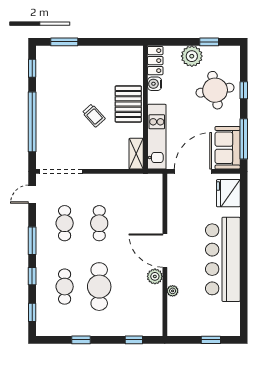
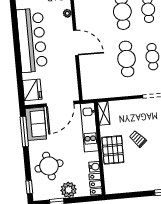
window: (244, 90) -> (29, 187), moved
cafe table: (99, 223) -> (127, 59), width x1.37, depth x1.35
plant: (155, 276) -> (81, 23), removed

